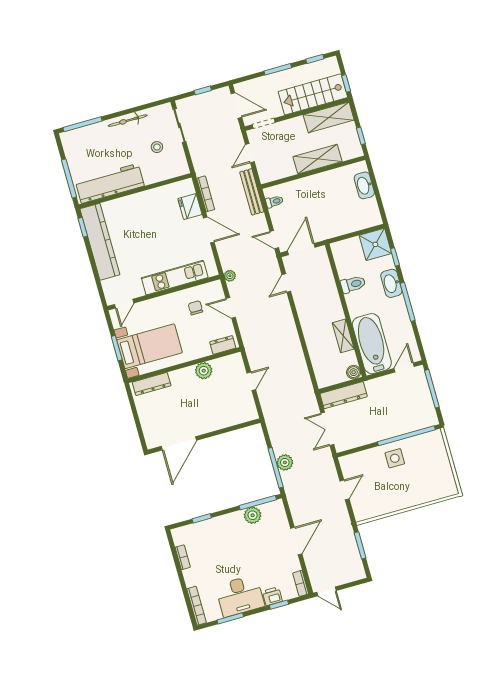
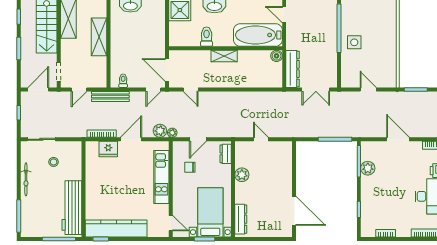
door: (250, 153) -> (79, 89), hinge flipped
shelving: (343, 336) -> (224, 56), moved
plant: (285, 462) -> (160, 131), moved

